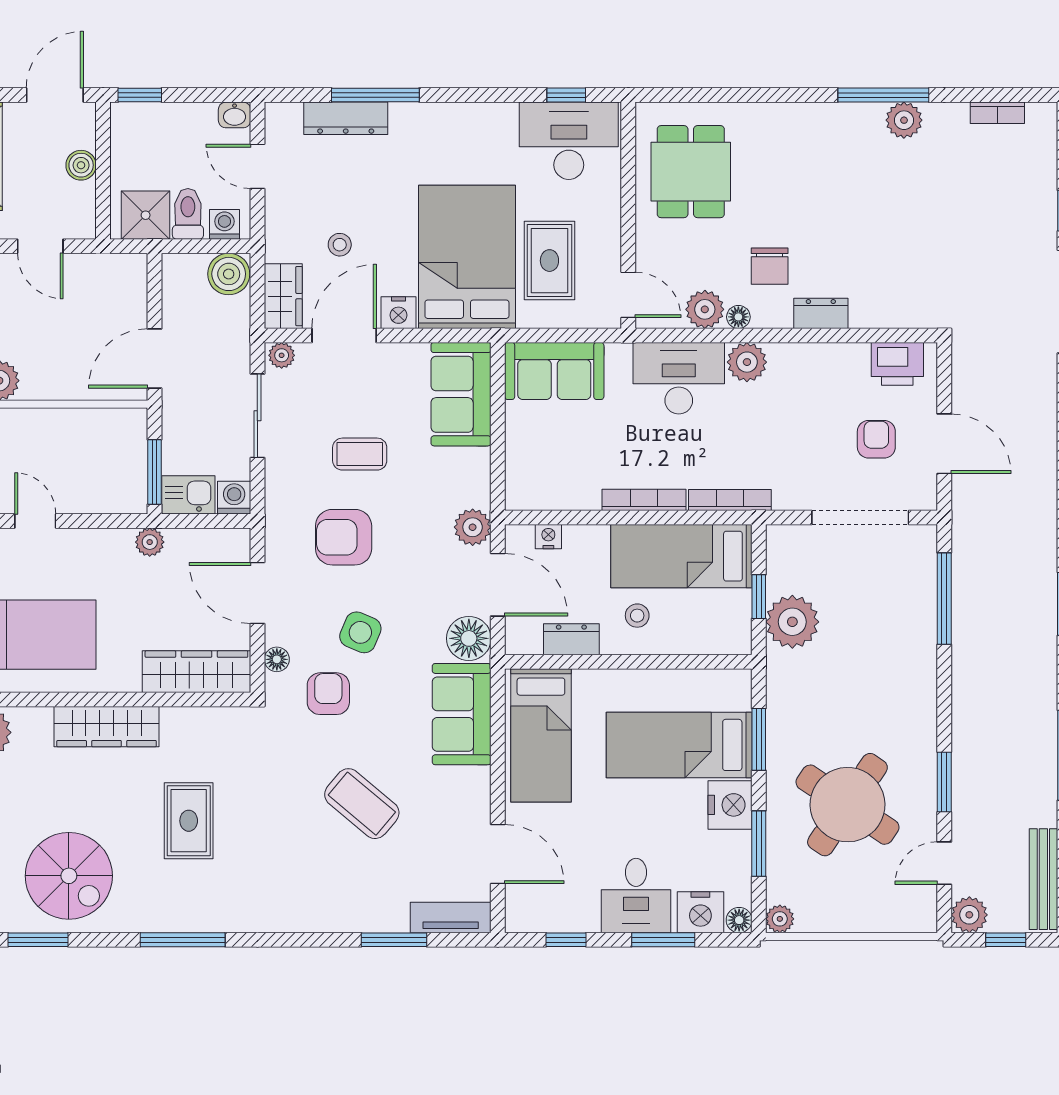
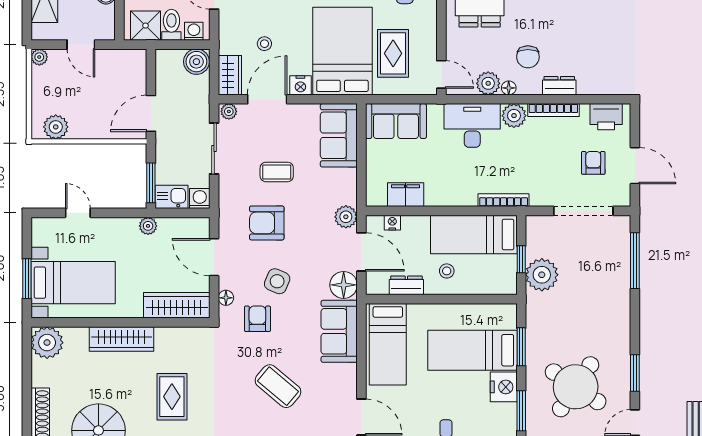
filing cabinet: (570, 491) -> (406, 195), added
bookcase: (644, 500) -> (553, 110), moved, turned 180

